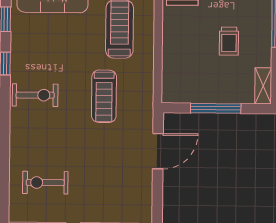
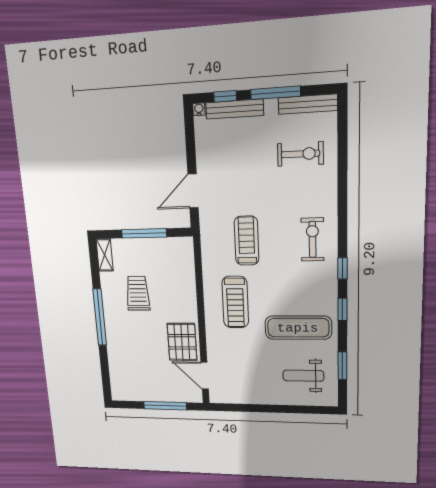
trolley: (229, 41) -> (138, 293), width x1.36, depth x1.39
exercise bike: (35, 95) -> (312, 239), turned 90

